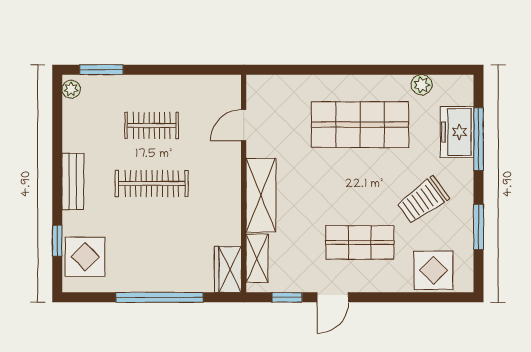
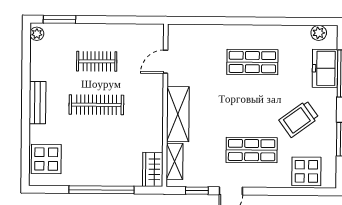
plant: (422, 85) -> (319, 33), moved
shop shelf: (360, 125) -> (252, 62), width x0.70, depth x0.74
window: (57, 241) -> (25, 147), removed

